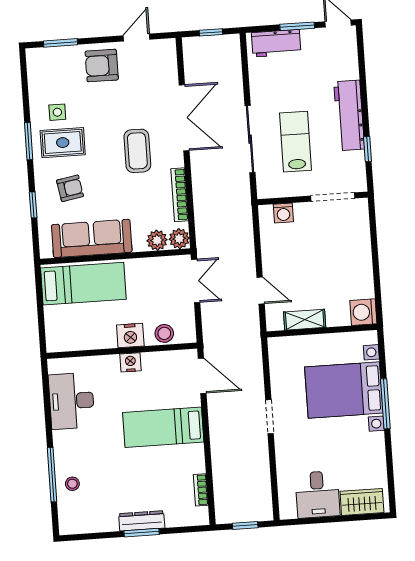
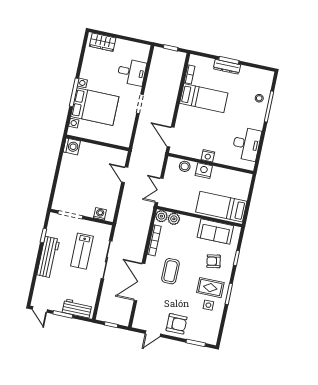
sofa: (92, 238) -> (215, 231), width x0.73
shelving: (305, 320) -> (105, 152), removed
bed: (163, 427) -> (204, 98), moved
desk: (317, 495) -> (132, 72), moved, turned 90

